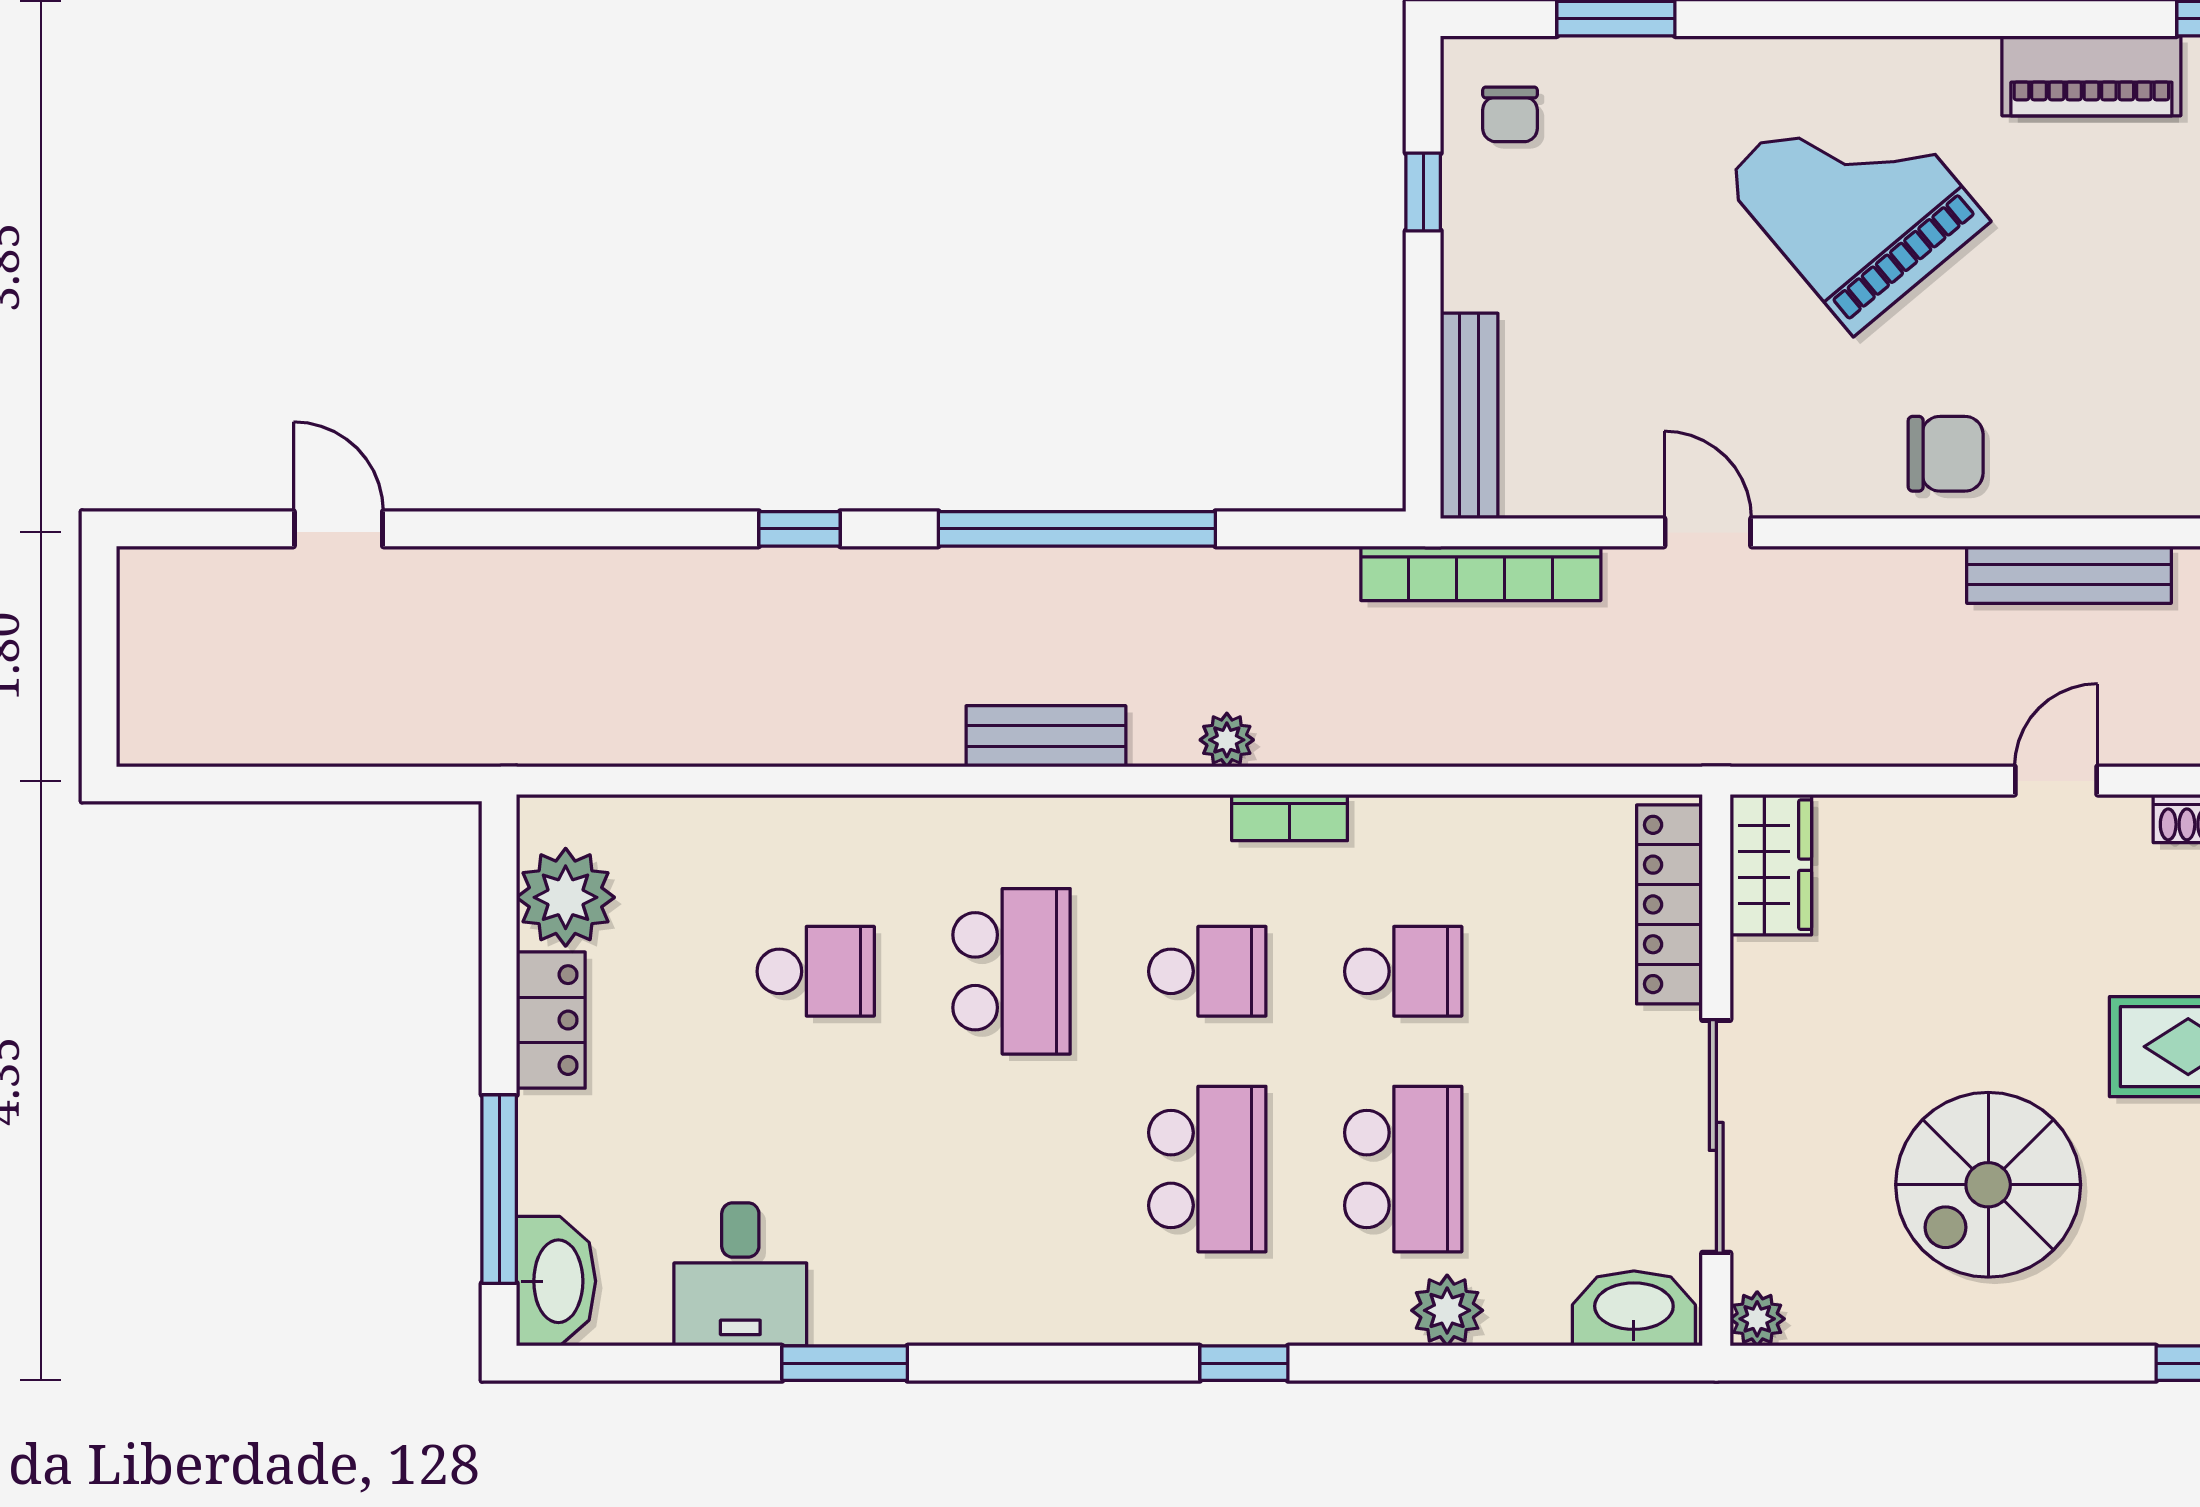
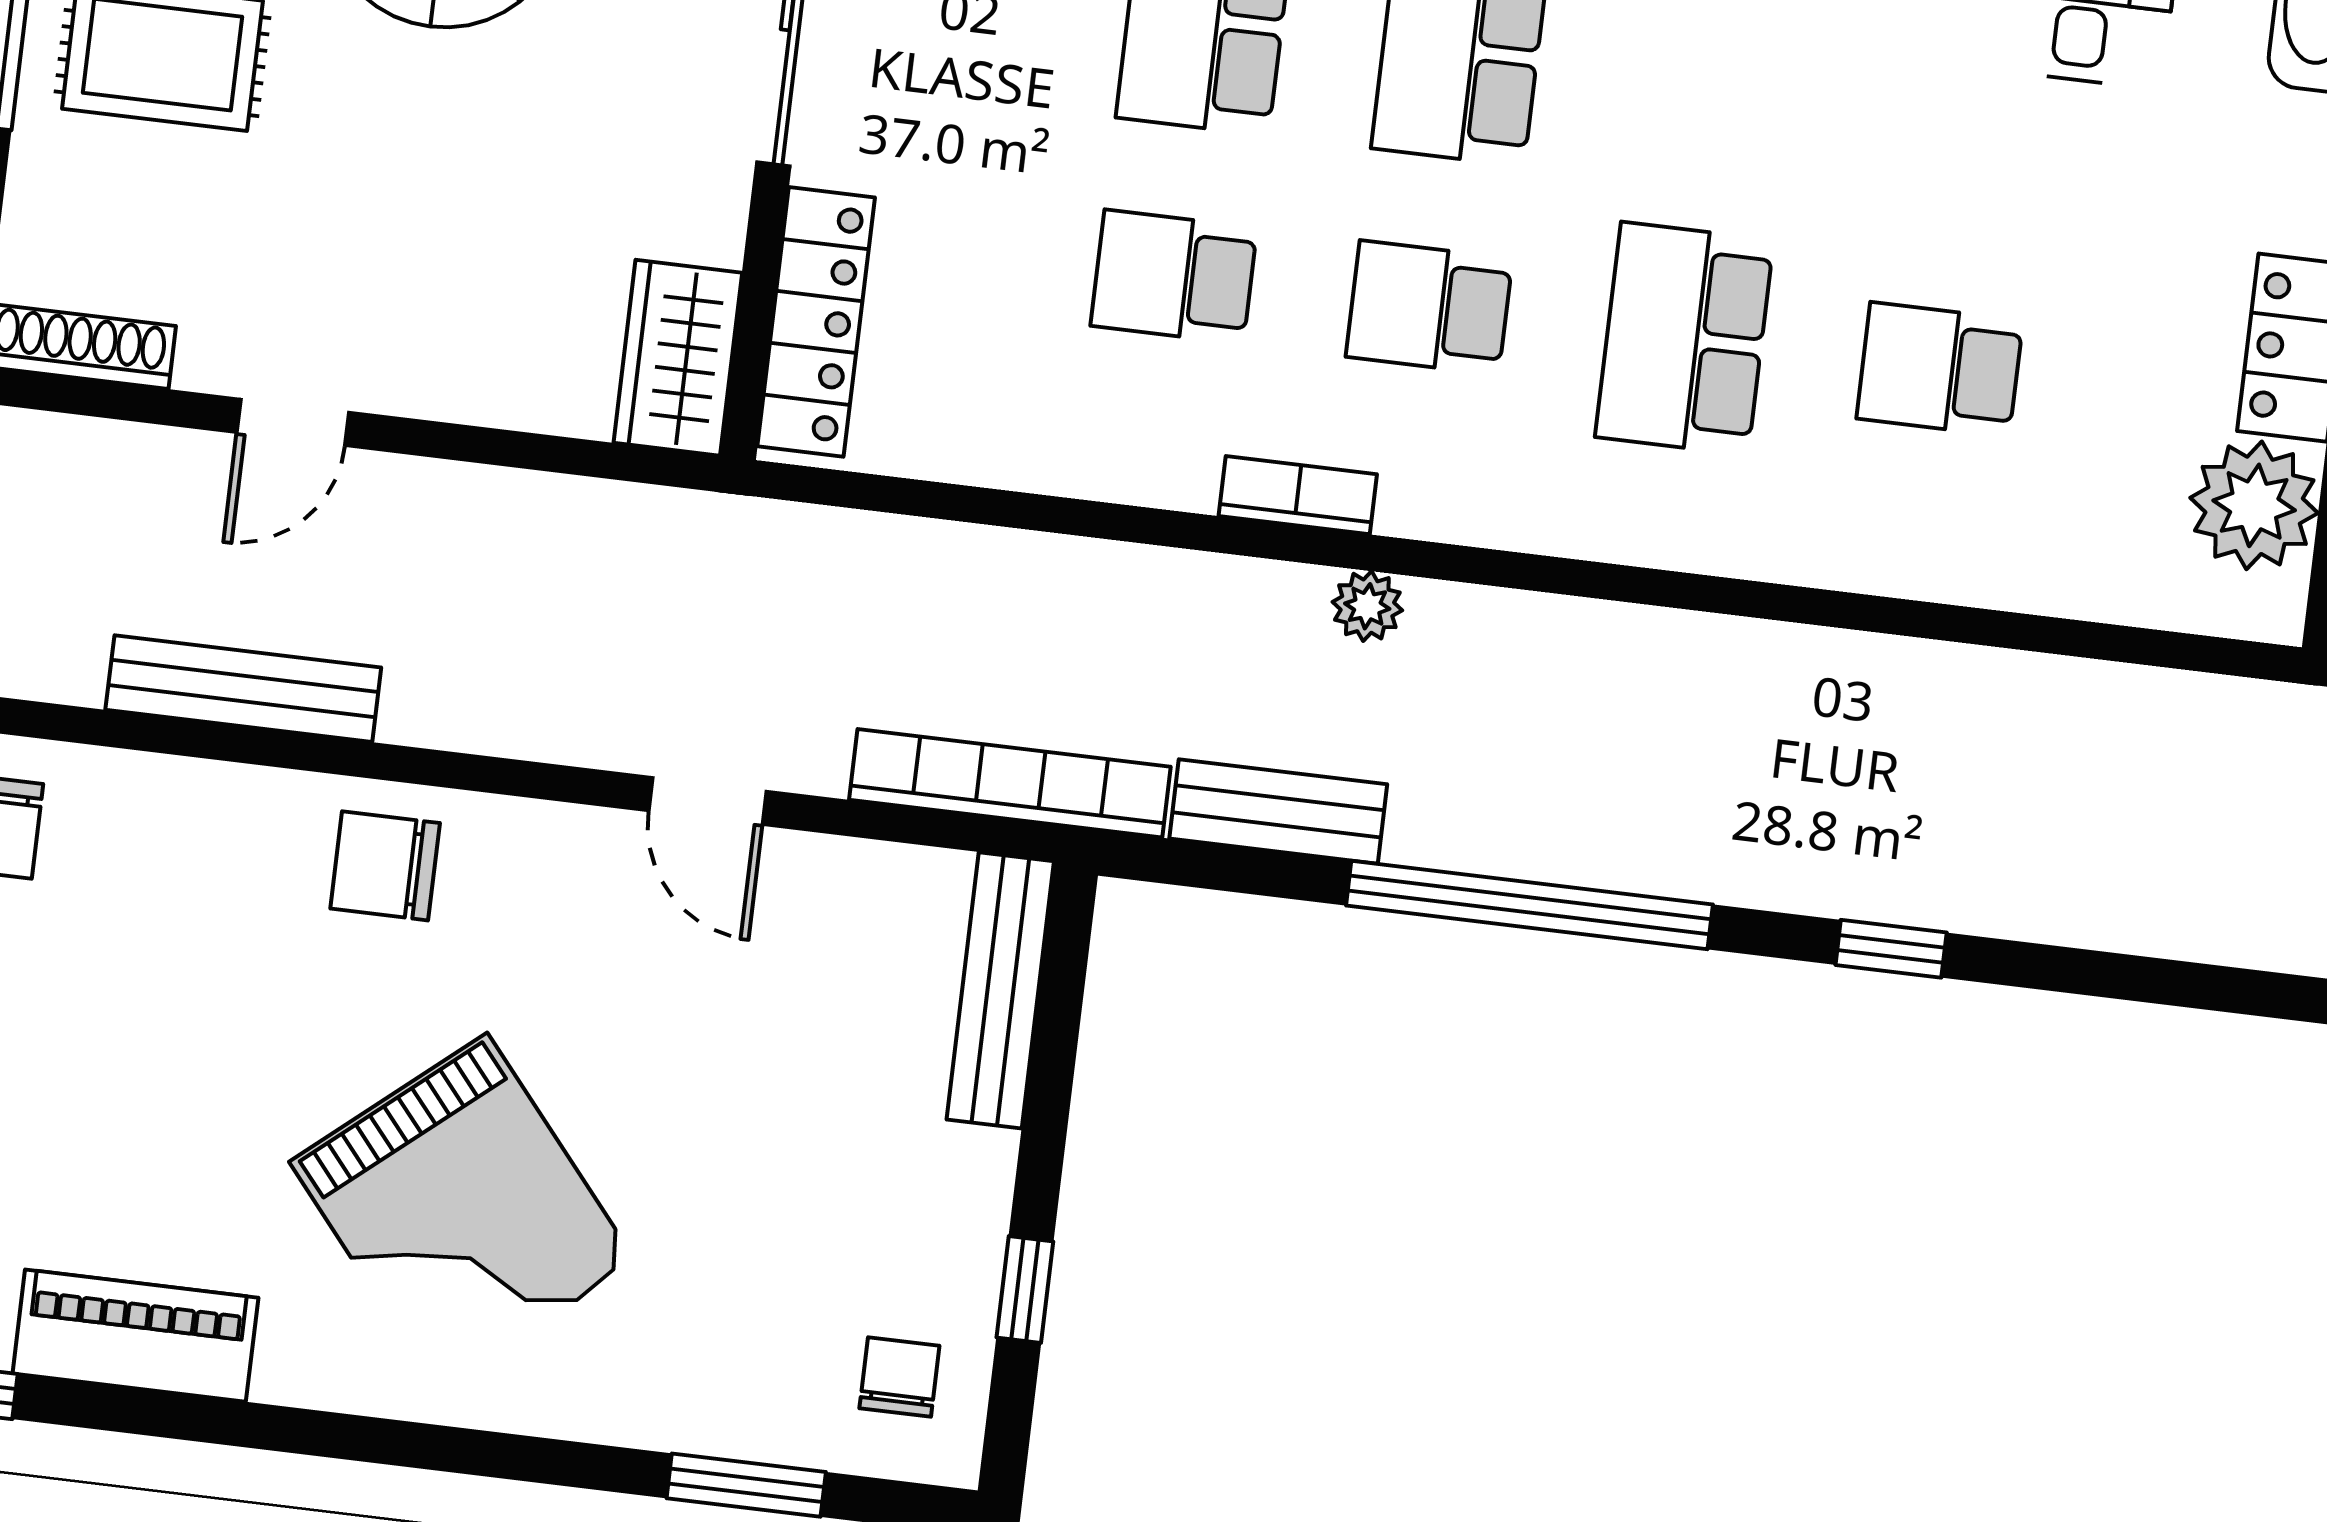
bench: (1046, 736) -> (1278, 811), moved

